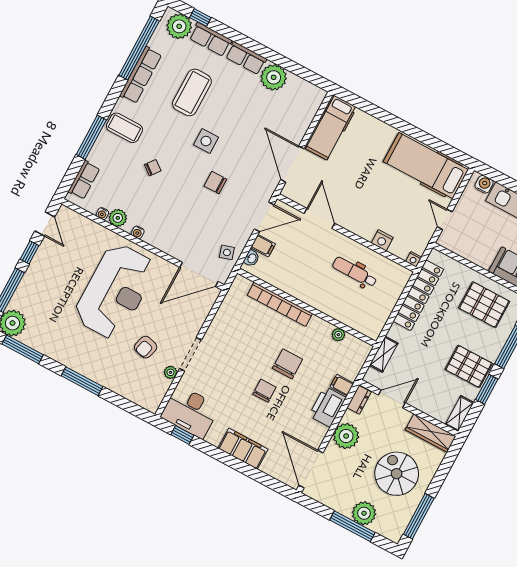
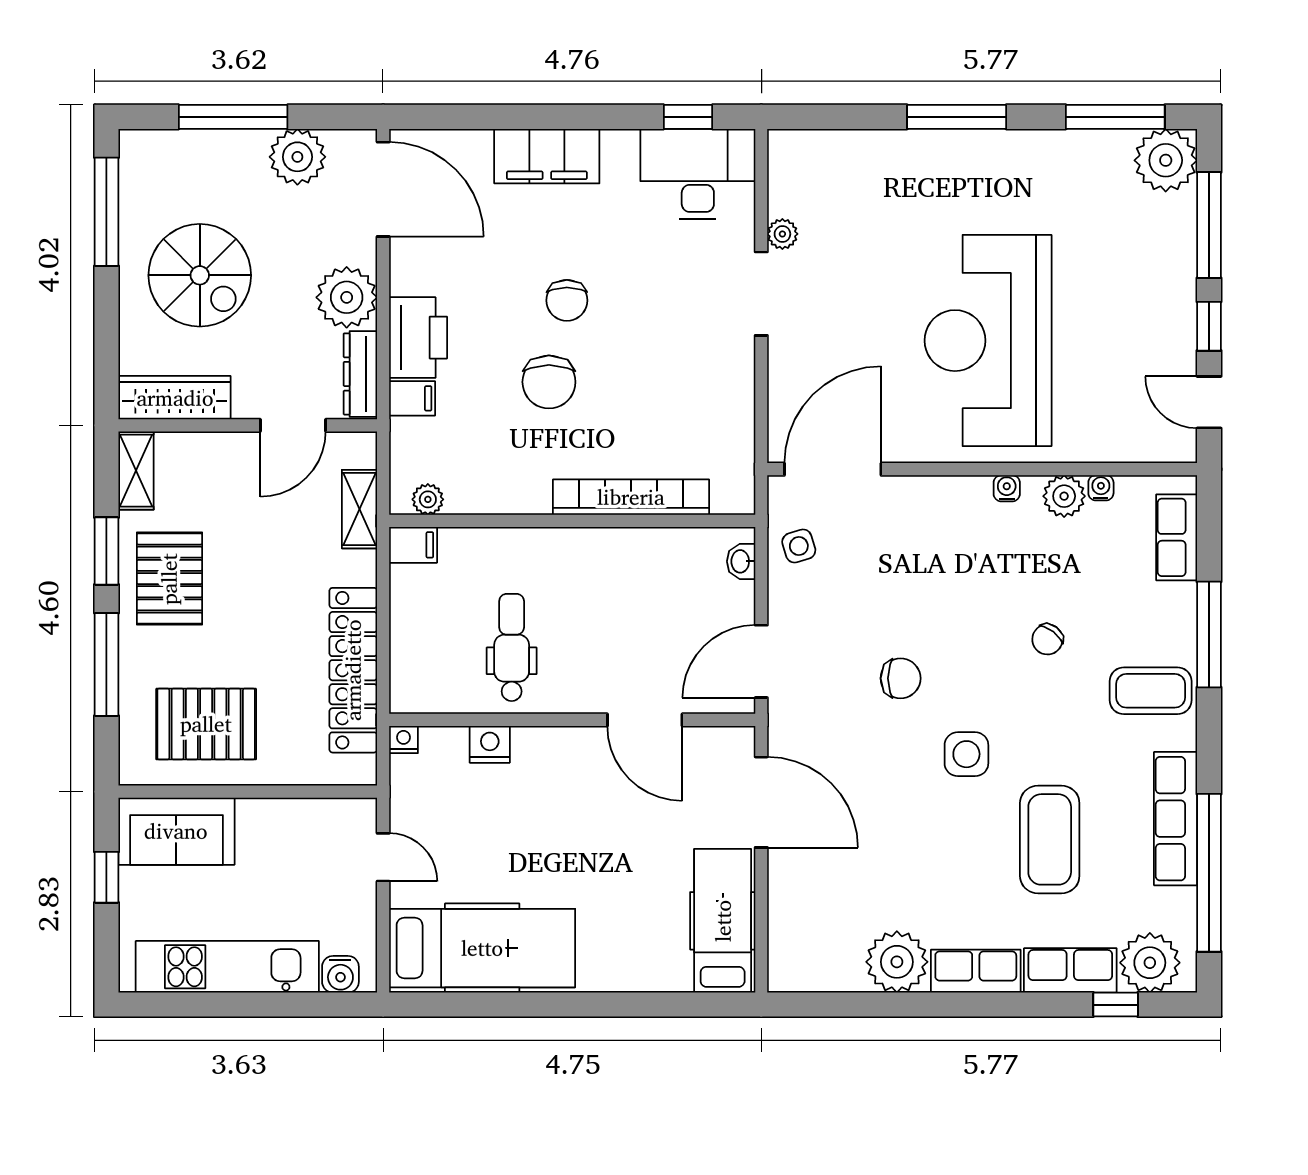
filing cabinet: (263, 246) -> (413, 545), moved, turned 180
dental chair: (355, 272) -> (512, 647), turned -90
plant: (338, 335) -> (428, 499), moved
armchair: (146, 347) -> (862, 259), removed
pallet: (469, 366) -> (169, 579), turned 90
dresser: (359, 400) -> (360, 374), width x1.44
plant: (364, 513) -> (297, 157), moved

